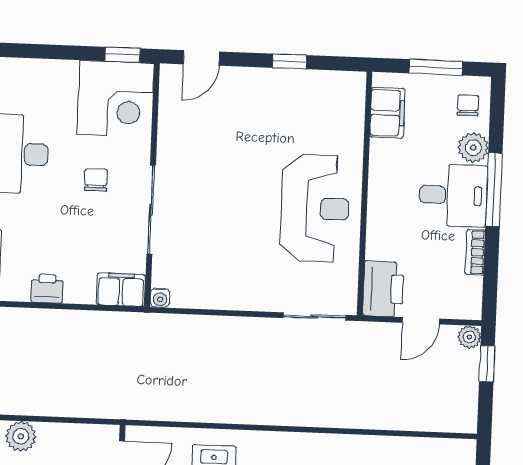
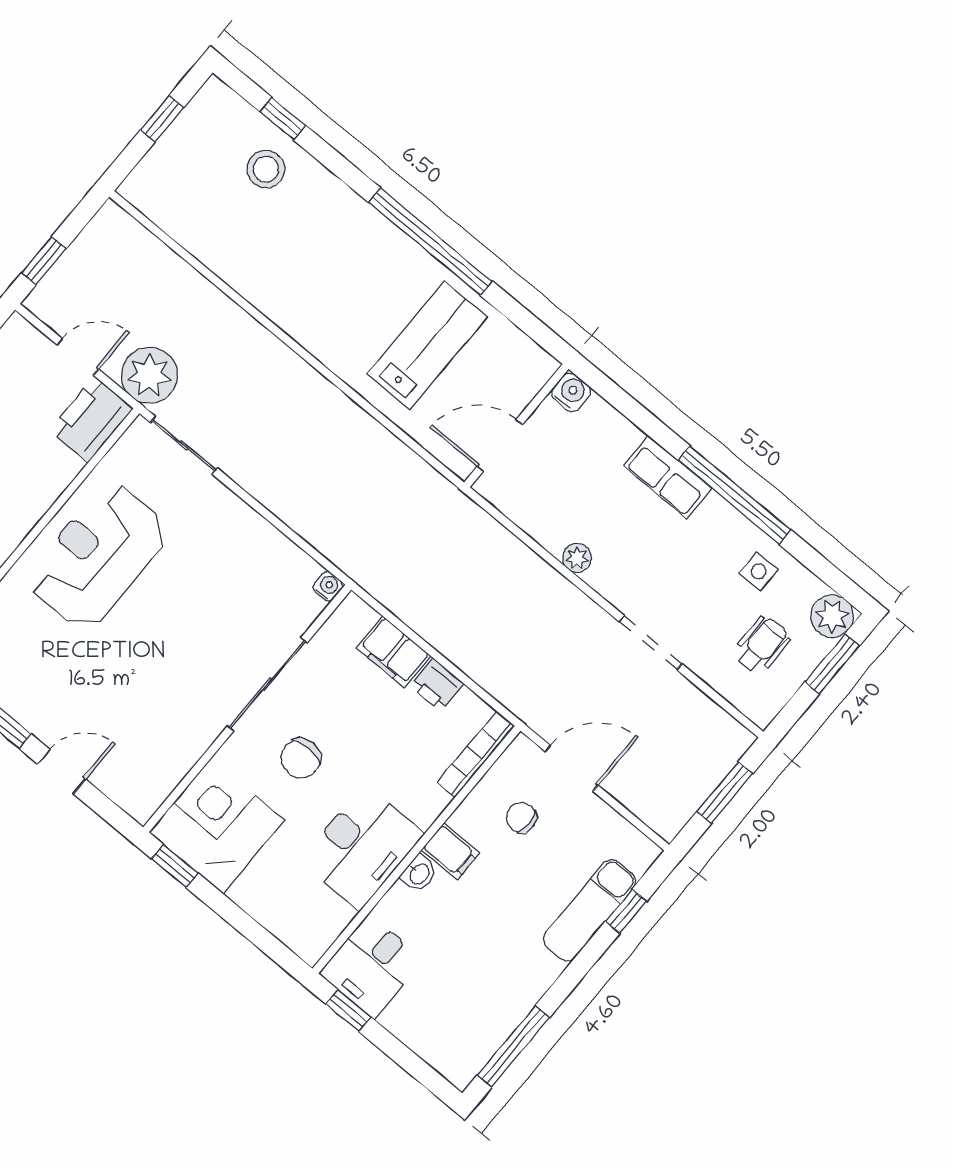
door: (201, 58) -> (62, 772), moved
chair: (96, 180) -> (301, 758), width x1.37, depth x1.37
filing cabinet: (121, 290) -> (394, 652), moved
plant: (469, 337) -> (149, 375), moved, width x1.88, depth x1.88
plant: (21, 436) -> (577, 558), width x0.73, depth x0.73

